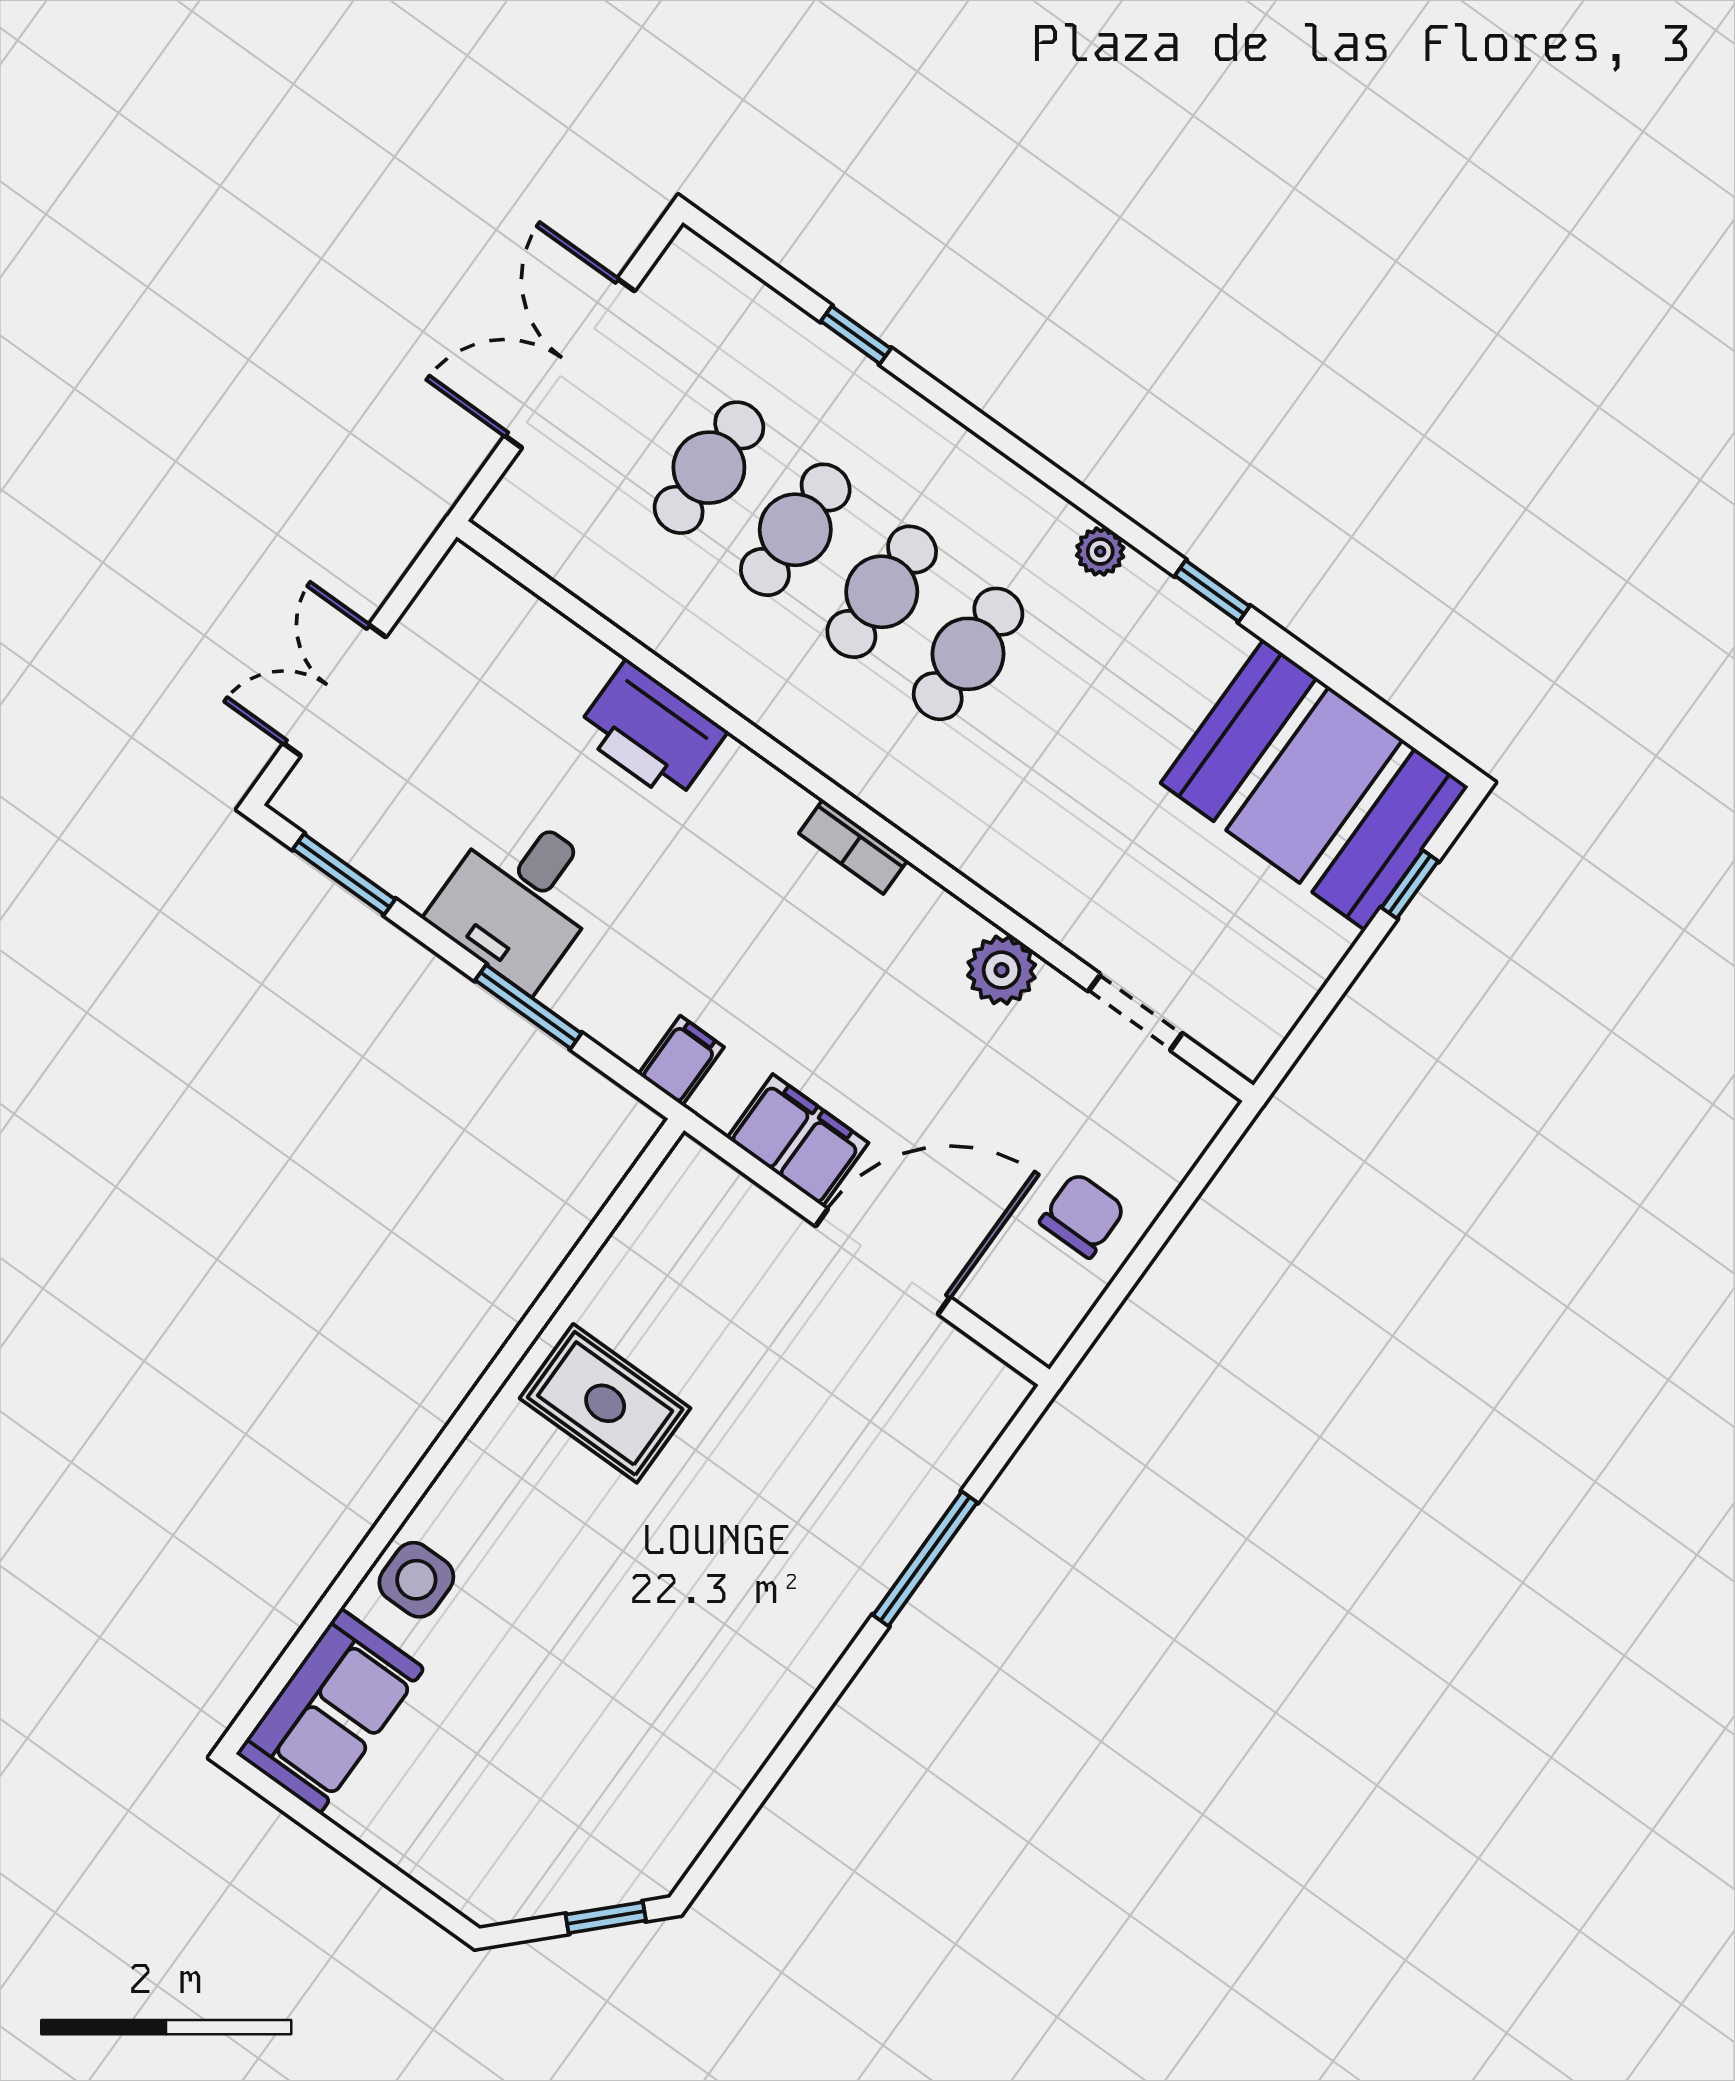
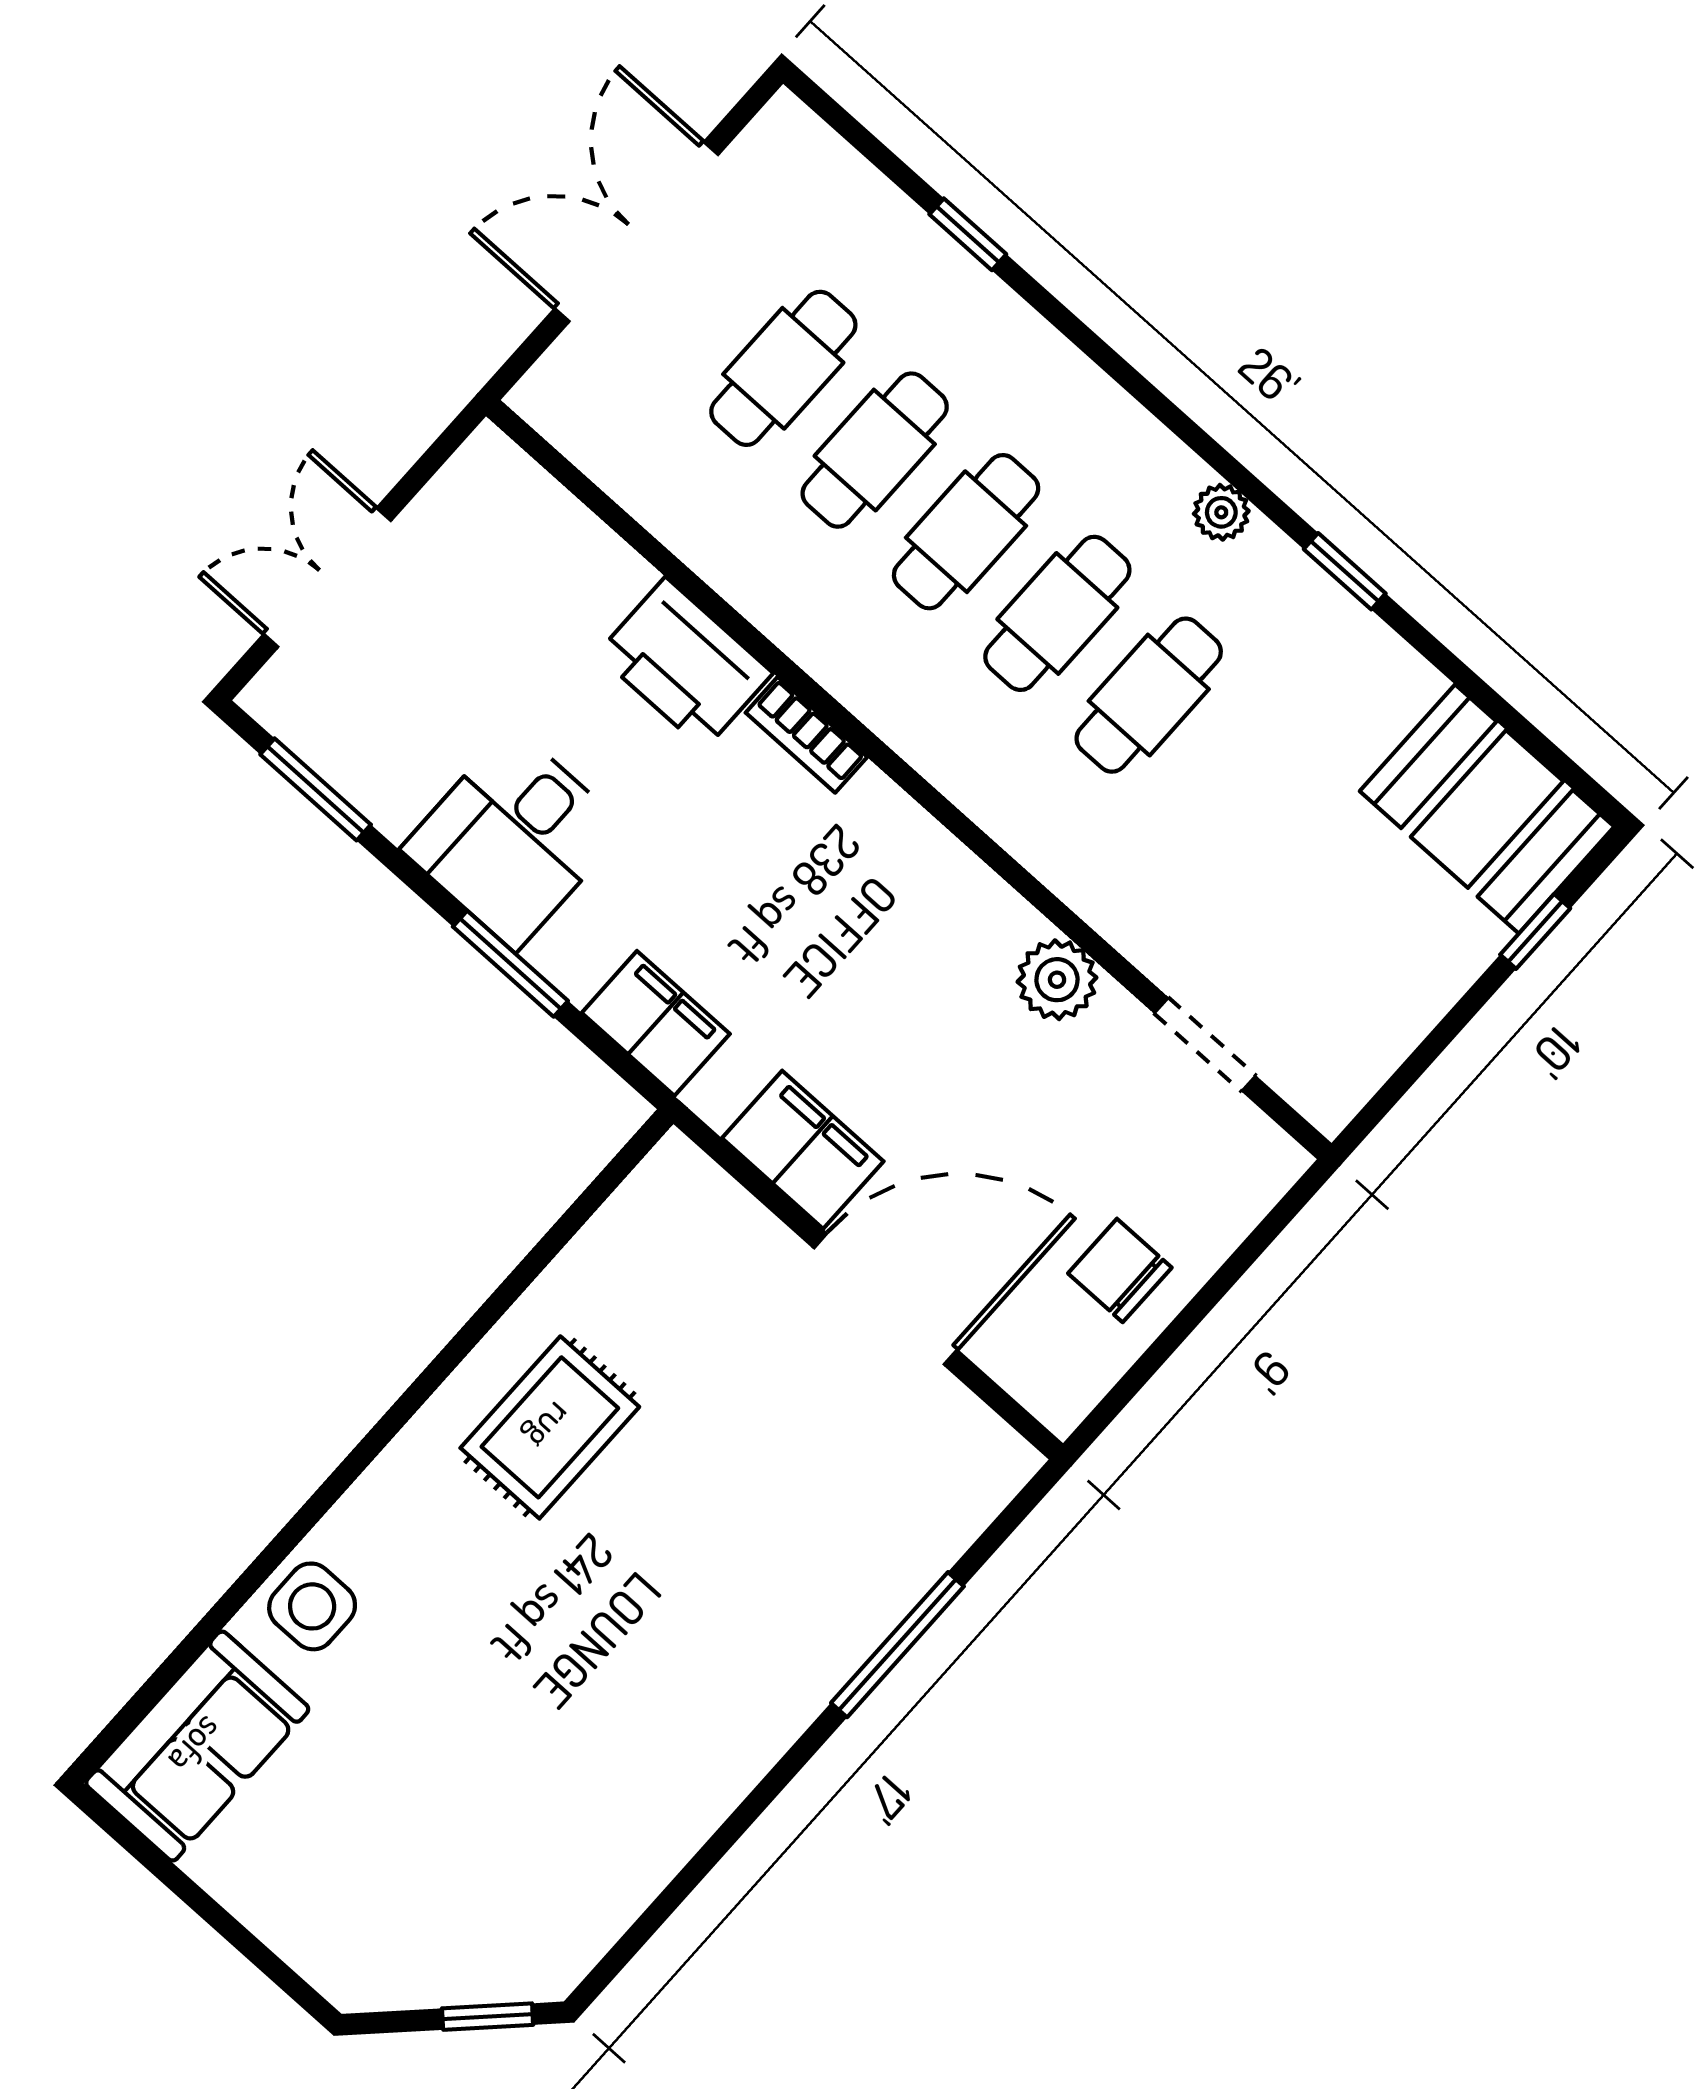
cafe table: (1054, 716) -> (1149, 695), added
booth: (1314, 785) -> (1487, 809), width x0.73, depth x0.70
bookcase: (853, 847) -> (806, 735), moved
filing cabinet: (681, 1061) -> (656, 1023), width x2.00
chair: (1083, 1215) -> (1120, 1270), turned -90
rug: (605, 1403) -> (550, 1427), turned 90

